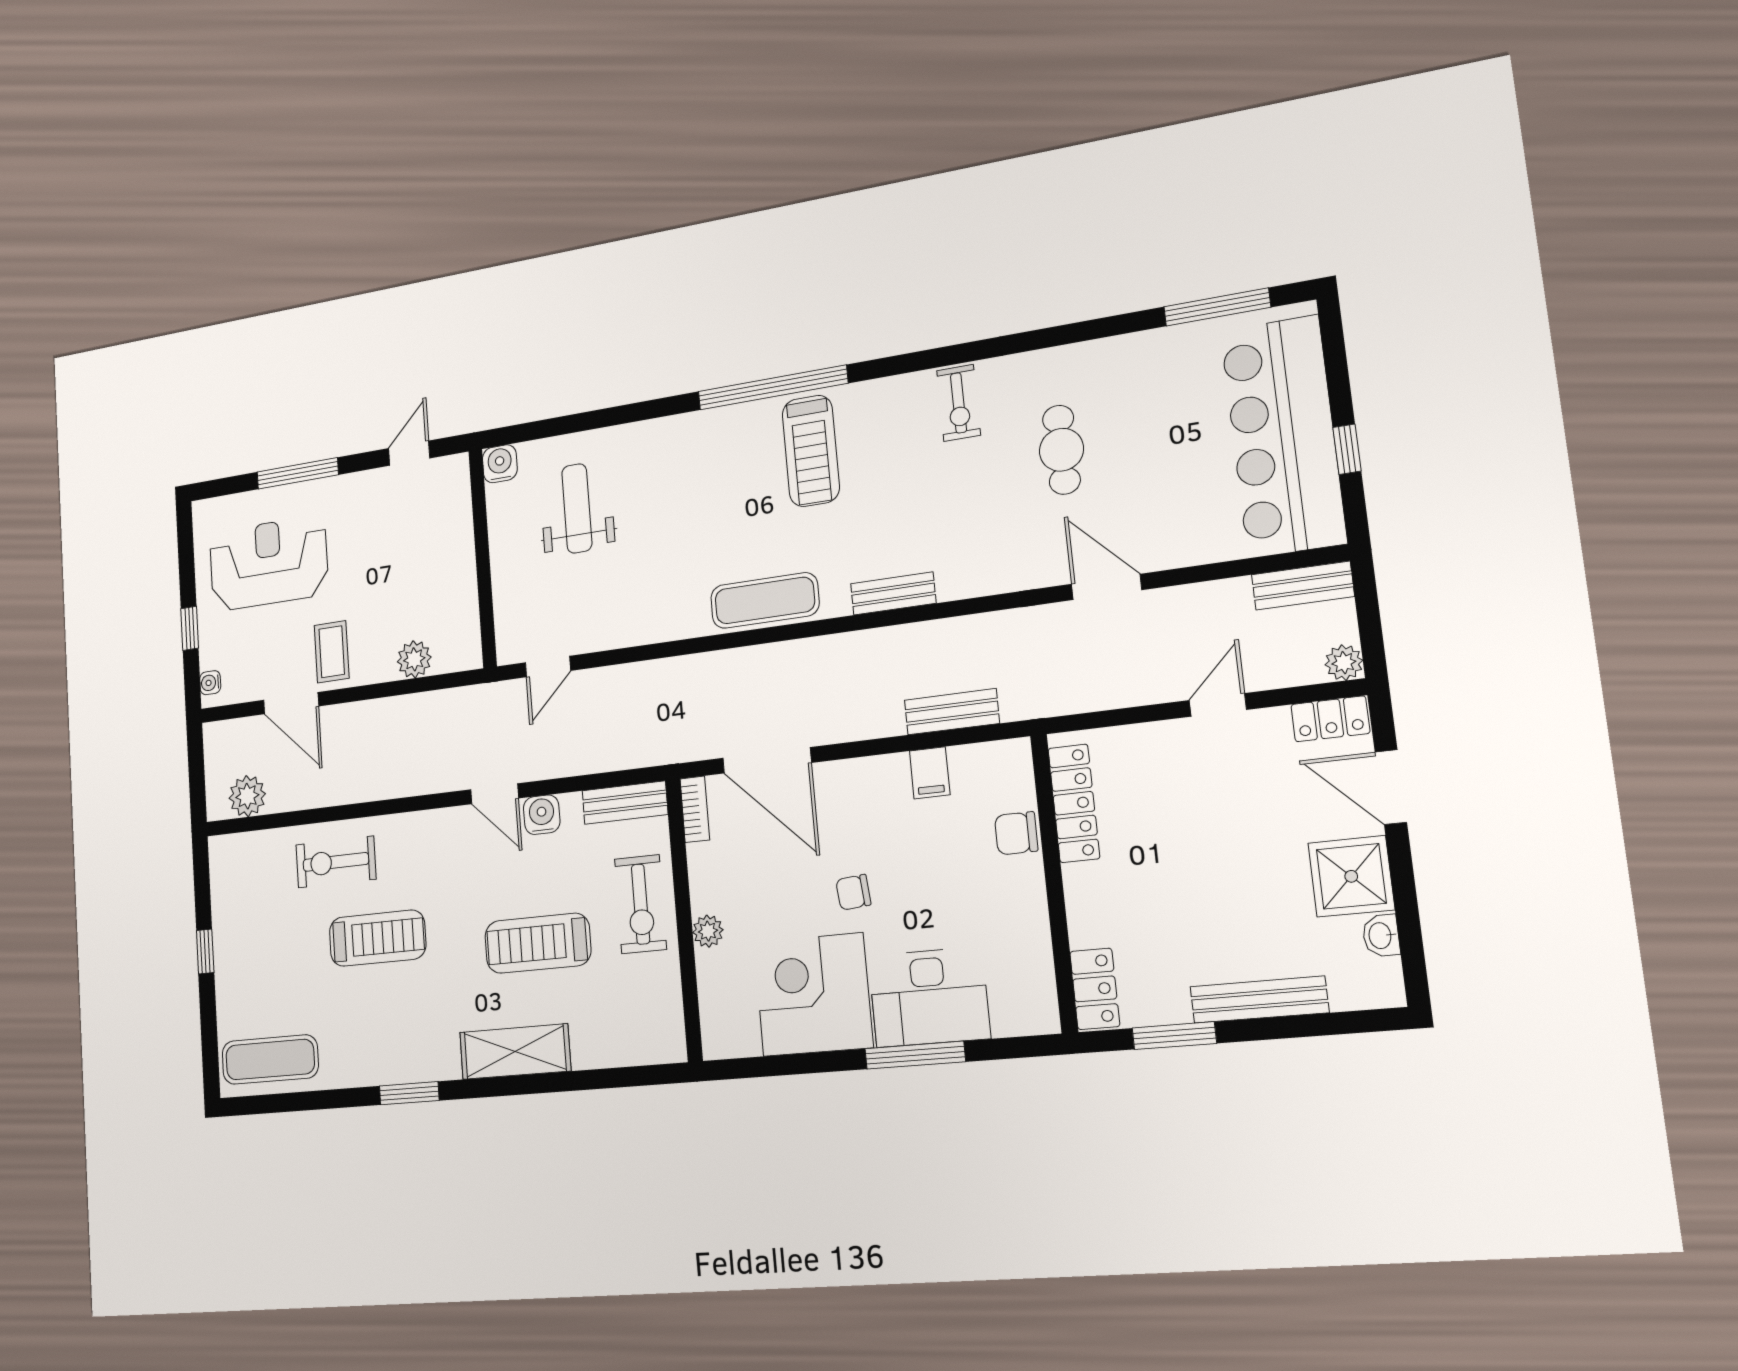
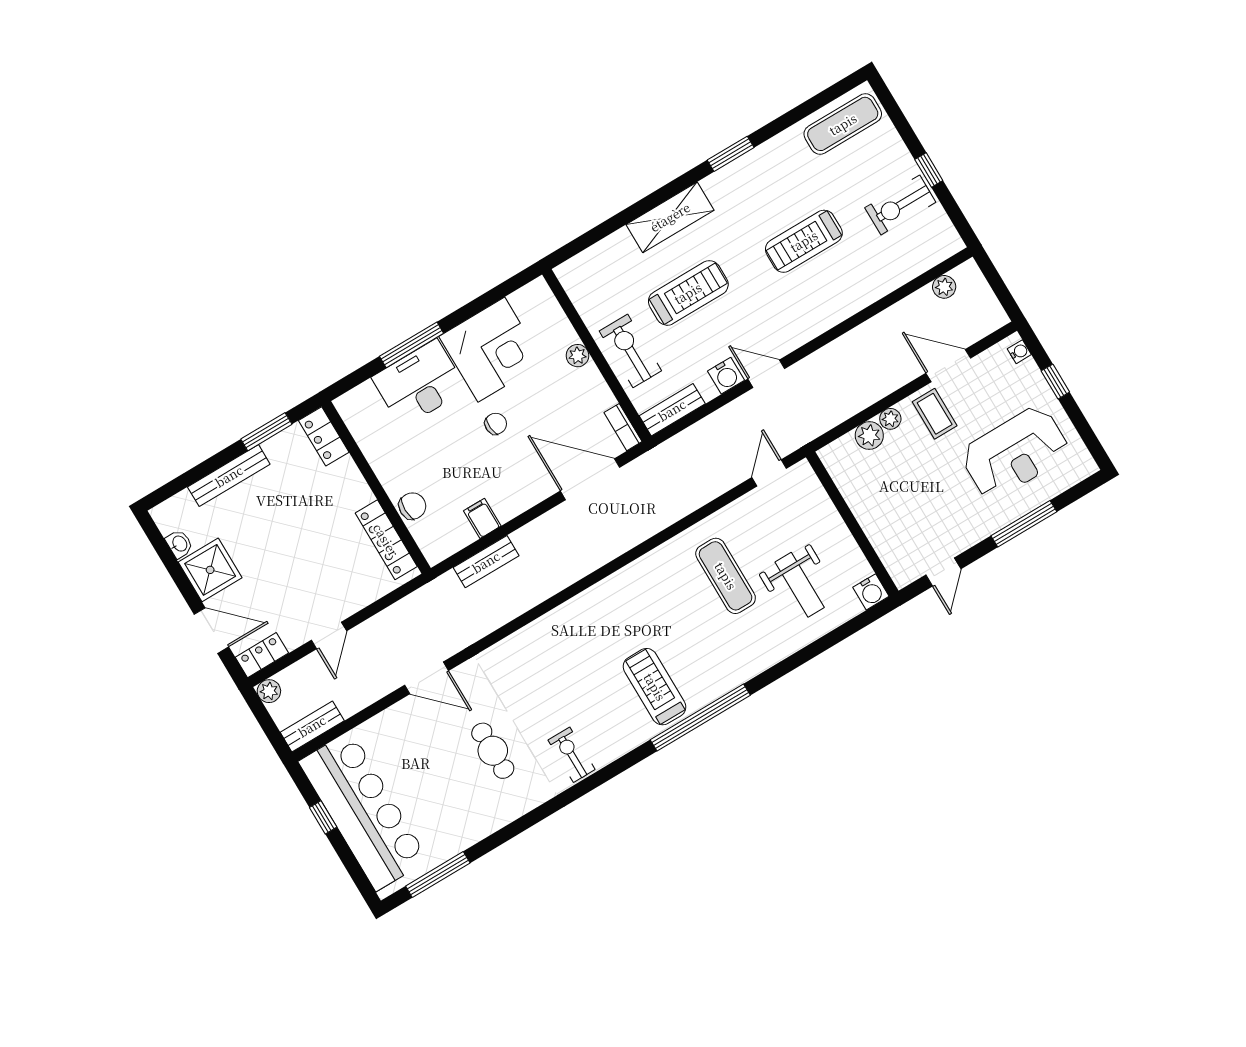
bench: (893, 593) -> (557, 619), removed
exercise mat: (765, 600) -> (726, 576), moved, turned 90
plant: (382, 669) -> (890, 419), added
plant: (247, 796) -> (944, 287), width x0.73, depth x0.73
exercise bike: (336, 862) -> (900, 205), moved, turned 180

